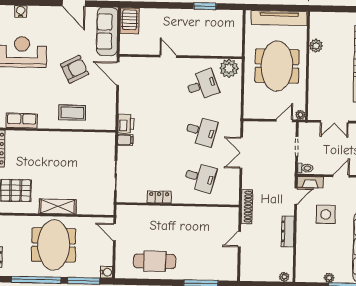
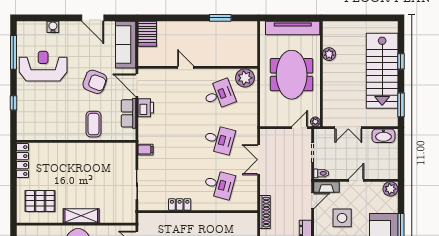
water cooler: (21, 11) -> (53, 27), moved
armchair: (75, 69) -> (95, 82), turned 48
coffee table: (72, 113) -> (93, 124), turned 90
row of seats: (22, 121) -> (129, 113), moved, turned -90
printer: (126, 124) -> (146, 108), moved

